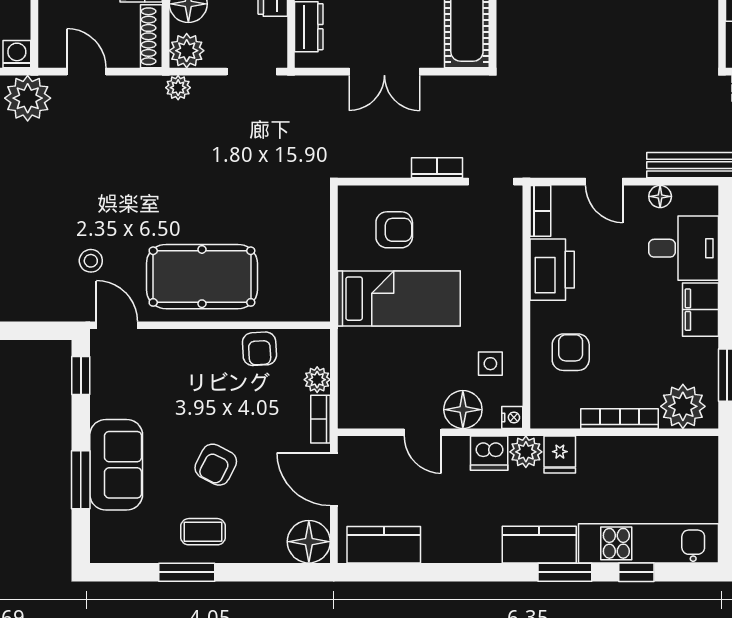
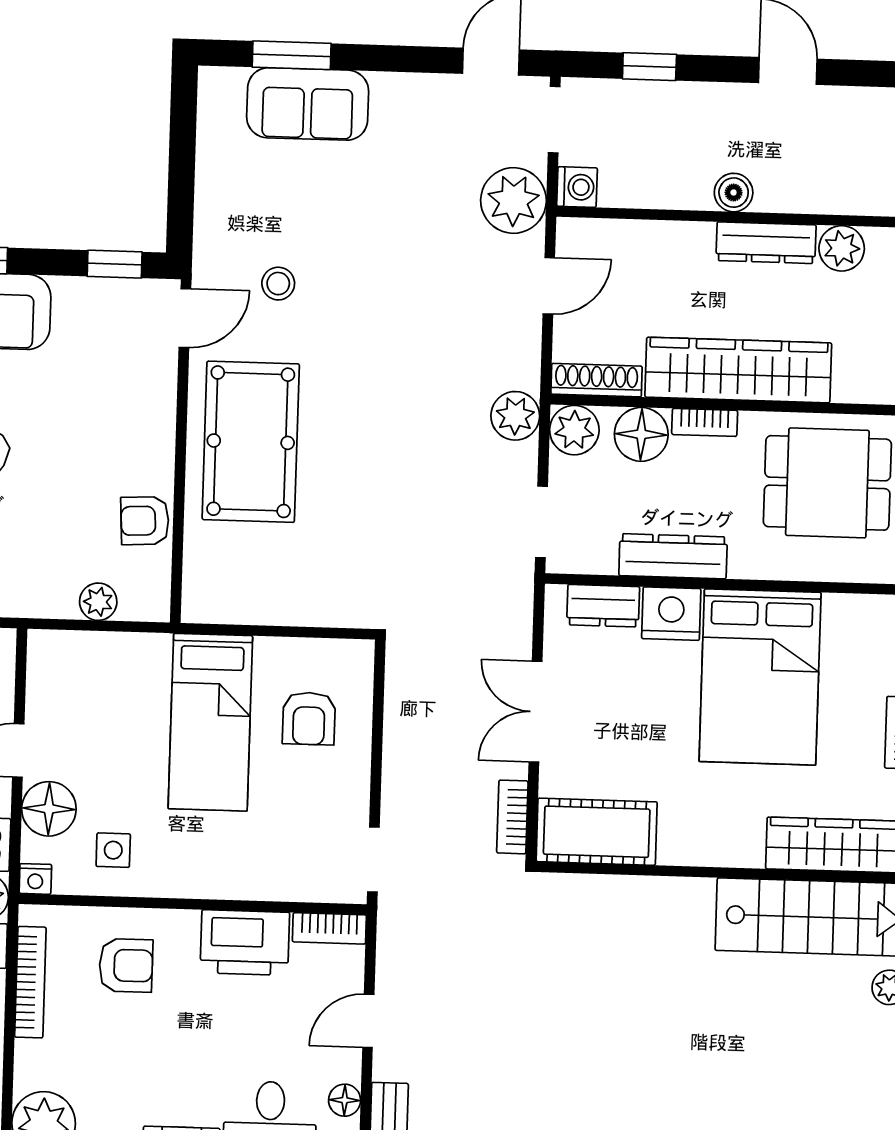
plant: (178, 88) -> (515, 416), width x1.38, depth x1.38
bookcase: (437, 168) -> (512, 817), moved, turned 180
bookcase: (321, 419) -> (41, 605), removed
bookcase: (620, 419) -> (30, 982), moved

